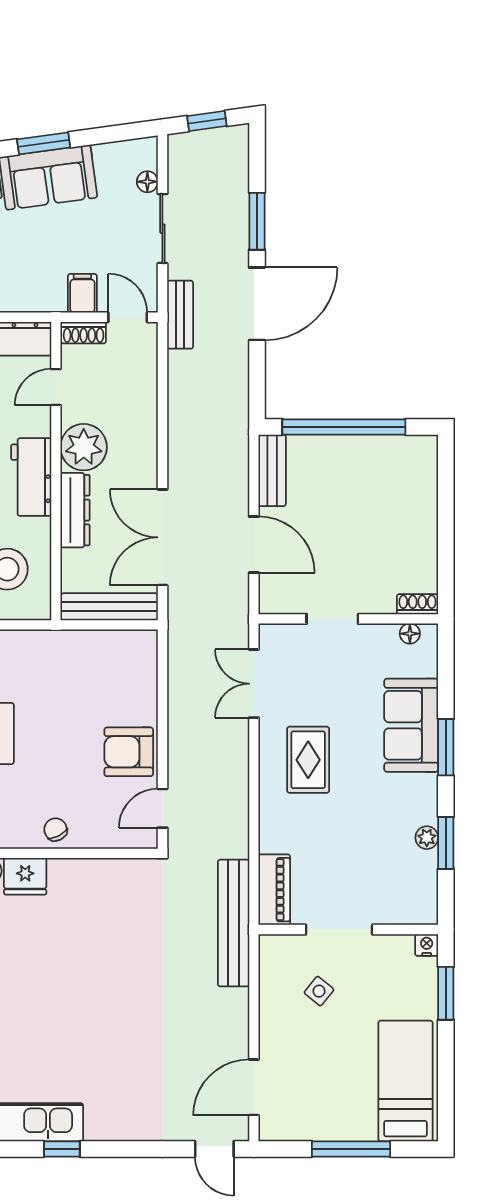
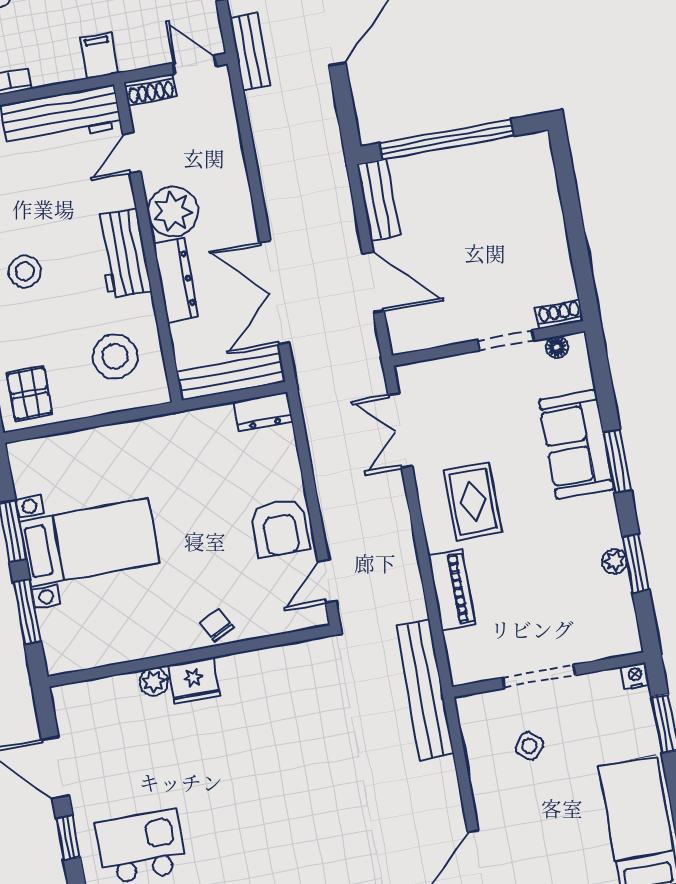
filing cabinet: (82, 293) -> (99, 55), moved
doorway: (332, 619) -> (506, 340), moved
dresser: (133, 644) -> (263, 412), added
armchair: (129, 752) -> (280, 528), turned -90
piano: (274, 890) -> (452, 590), moved

